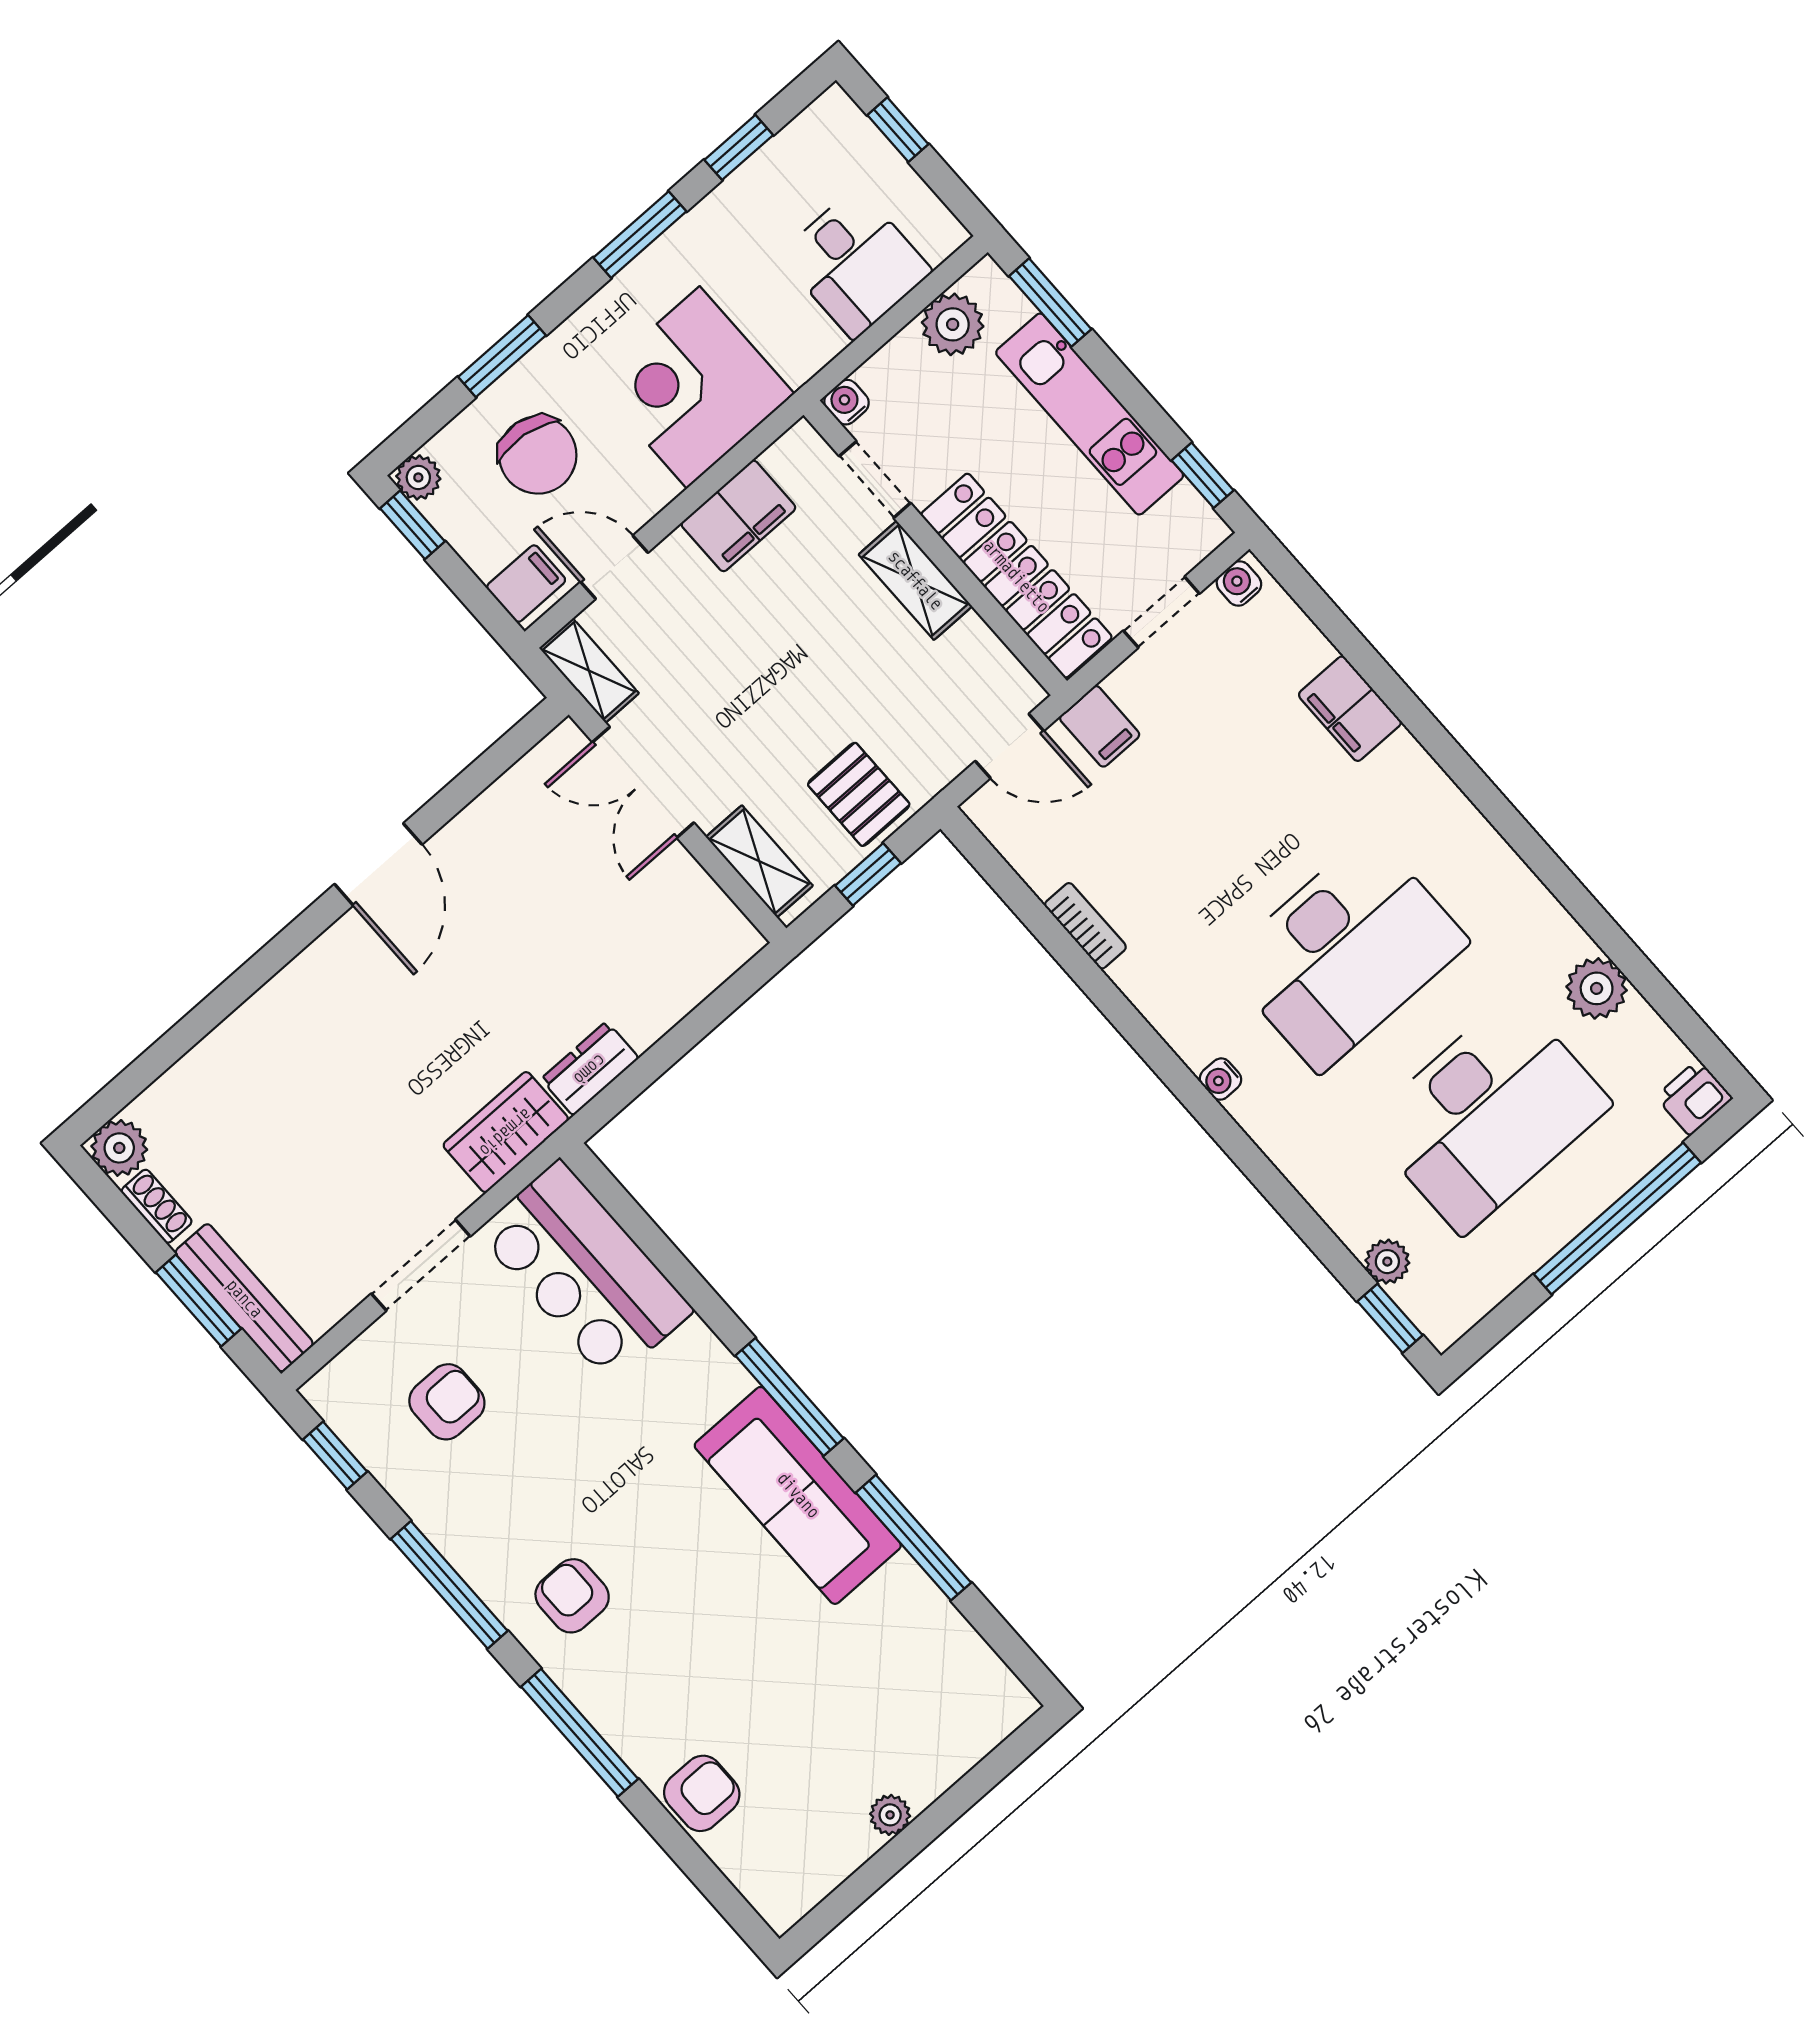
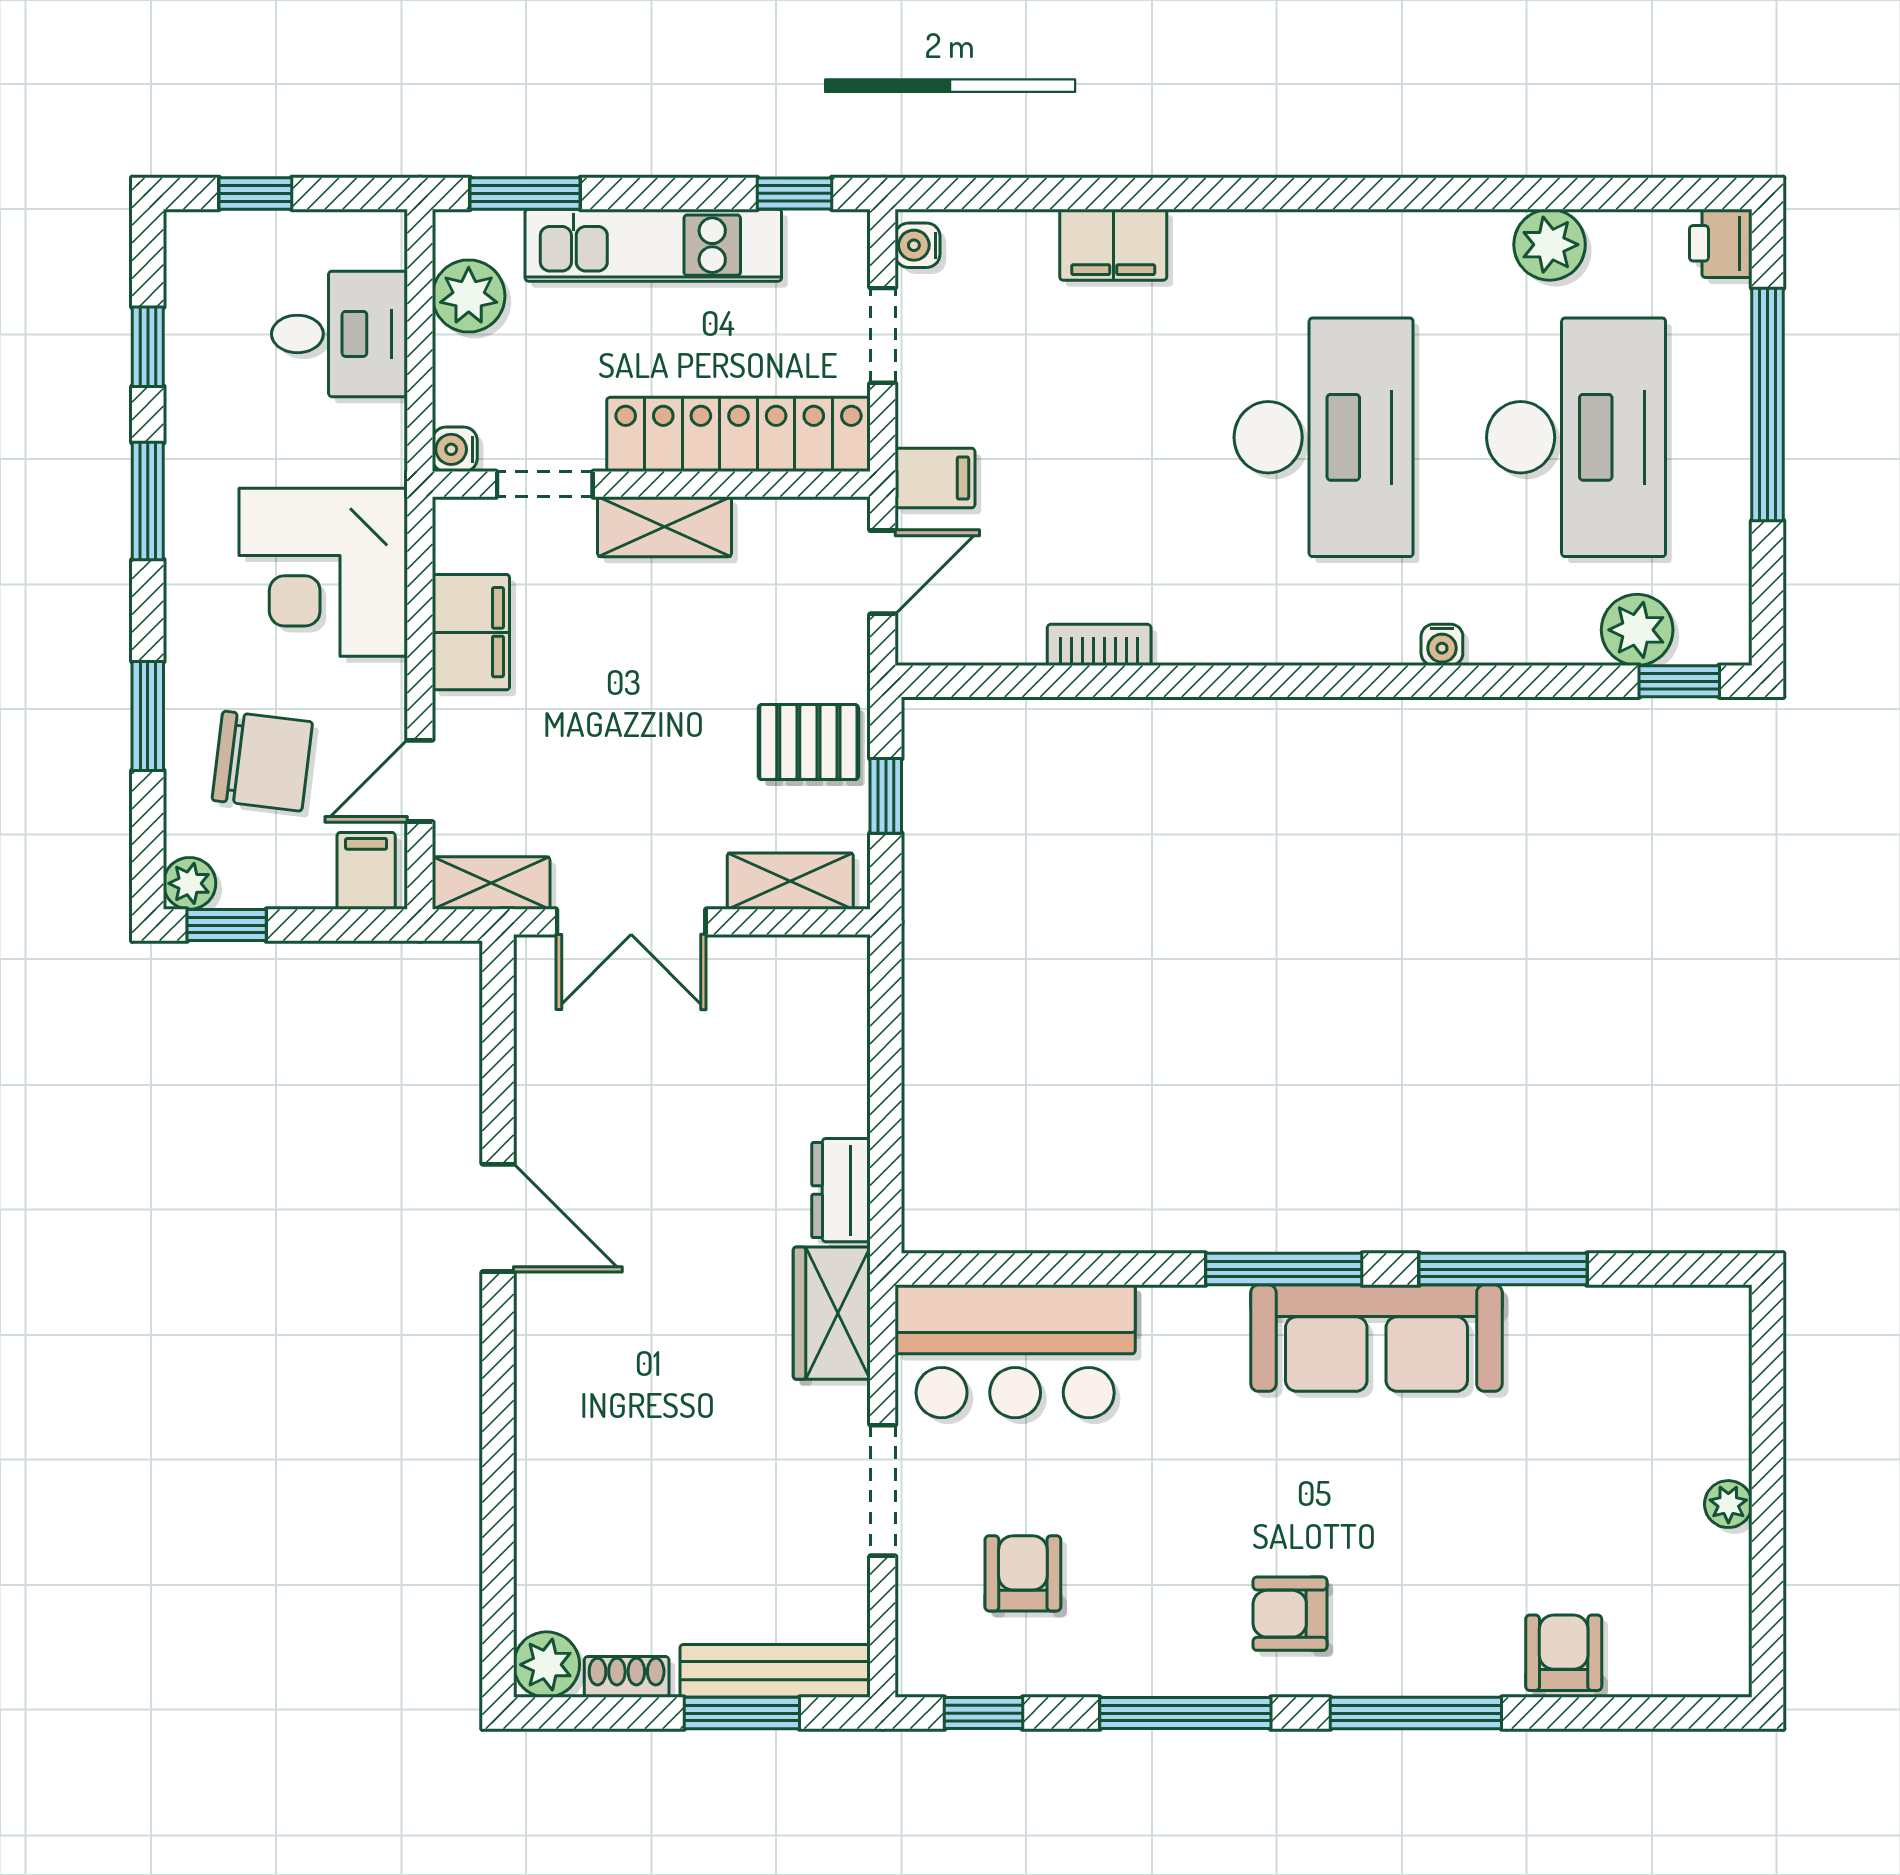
water cooler: (1221, 1079) -> (1442, 645), moved
plant: (1387, 1262) -> (1637, 630), width x1.38, depth x1.38

